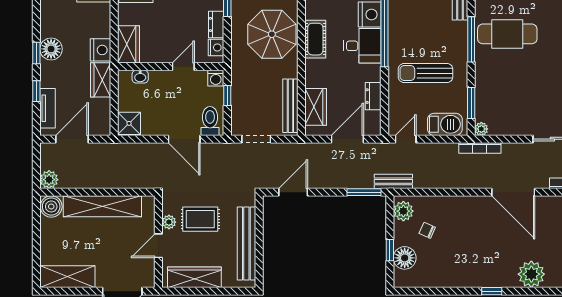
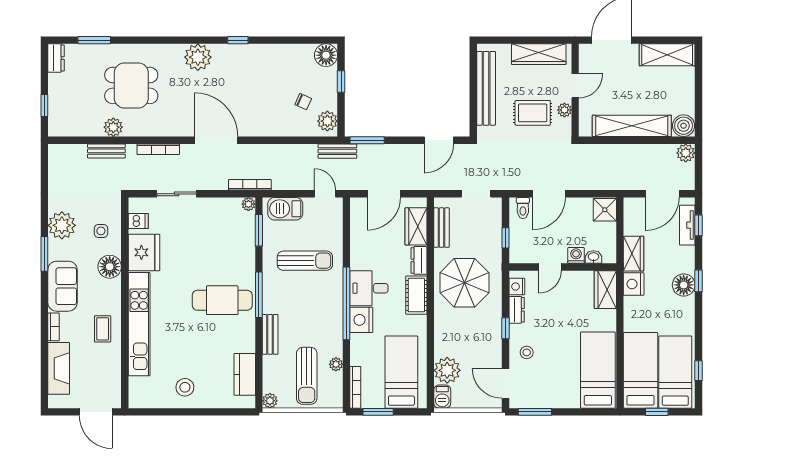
parasol: (272, 34) -> (464, 283), moved
washing machine: (216, 78) -> (576, 255), moved
window: (36, 91) -> (698, 225), moved
dresser: (373, 96) -> (419, 260), moved, turned 180
bench: (290, 106) -> (442, 228), width x0.73
toilet: (210, 121) -> (523, 208), width x0.73, depth x0.72
door: (184, 139) -> (549, 194), swing flipped
door: (406, 139) -> (325, 194), swing flipped
floor lamp: (405, 258) -> (326, 55), moved

